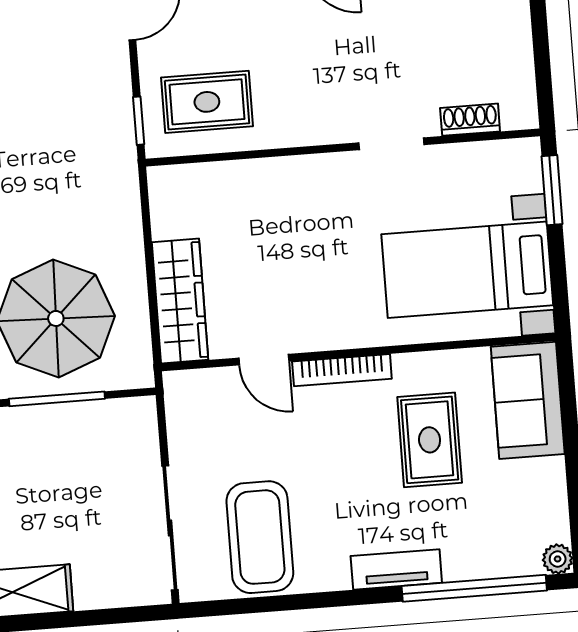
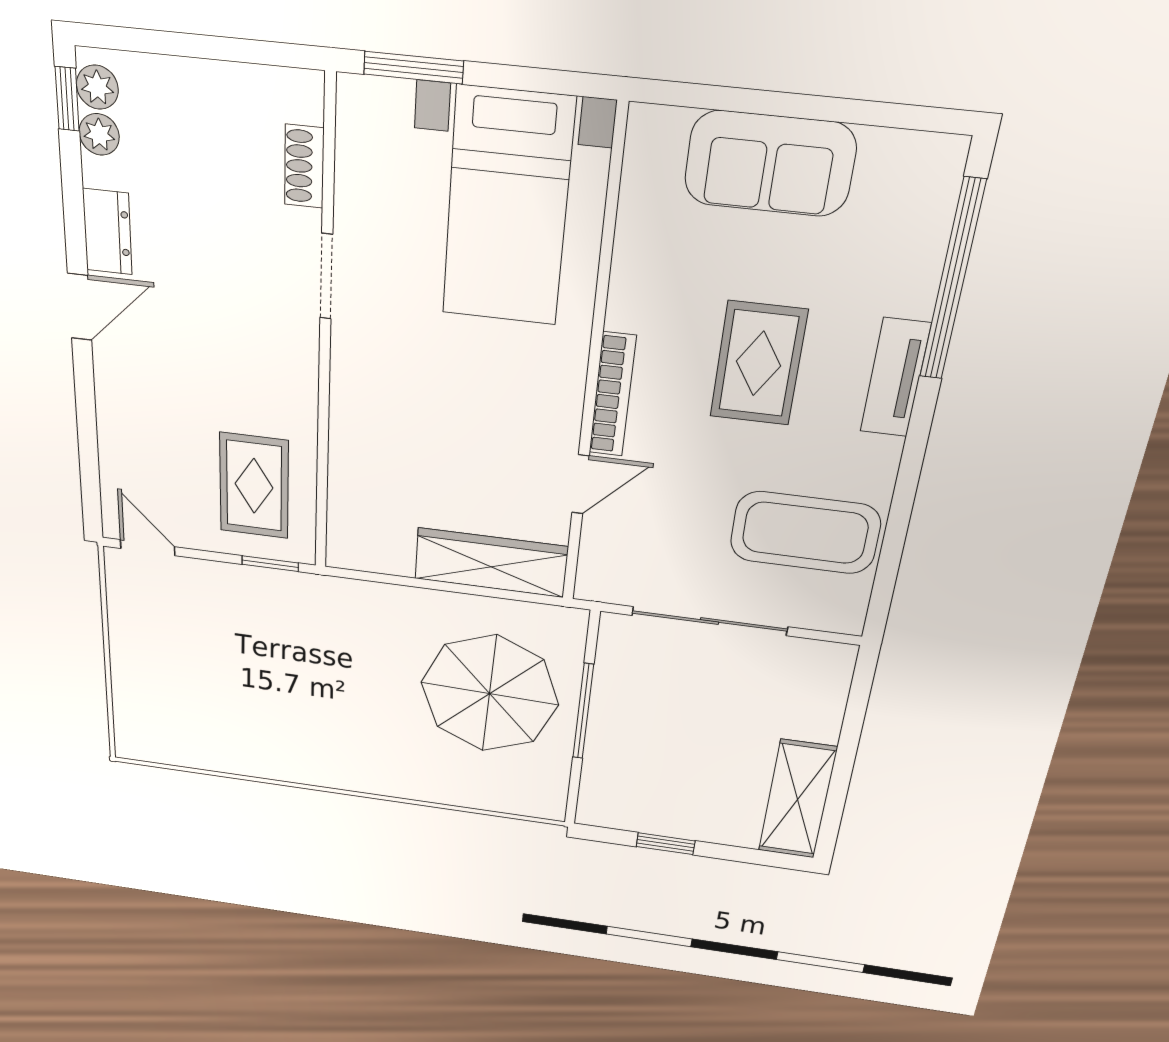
sofa: (528, 400) -> (770, 164), moved
rug: (430, 440) -> (758, 363), moved, turned 90
sliding door: (170, 528) -> (709, 621), moved
plant: (558, 559) -> (946, 155), removed

